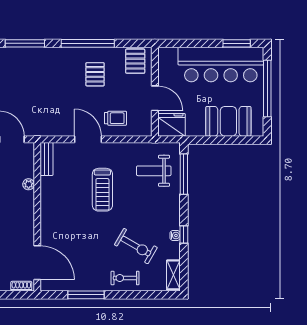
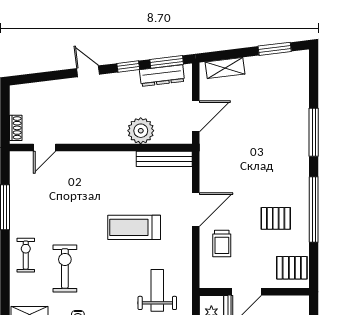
bench: (47, 159) -> (164, 159), width x1.36
plant: (29, 184) -> (141, 131), width x1.88, depth x1.88
exercise bike: (136, 246) -> (65, 268), turned 150
door: (37, 263) -> (45, 147), width x0.53

